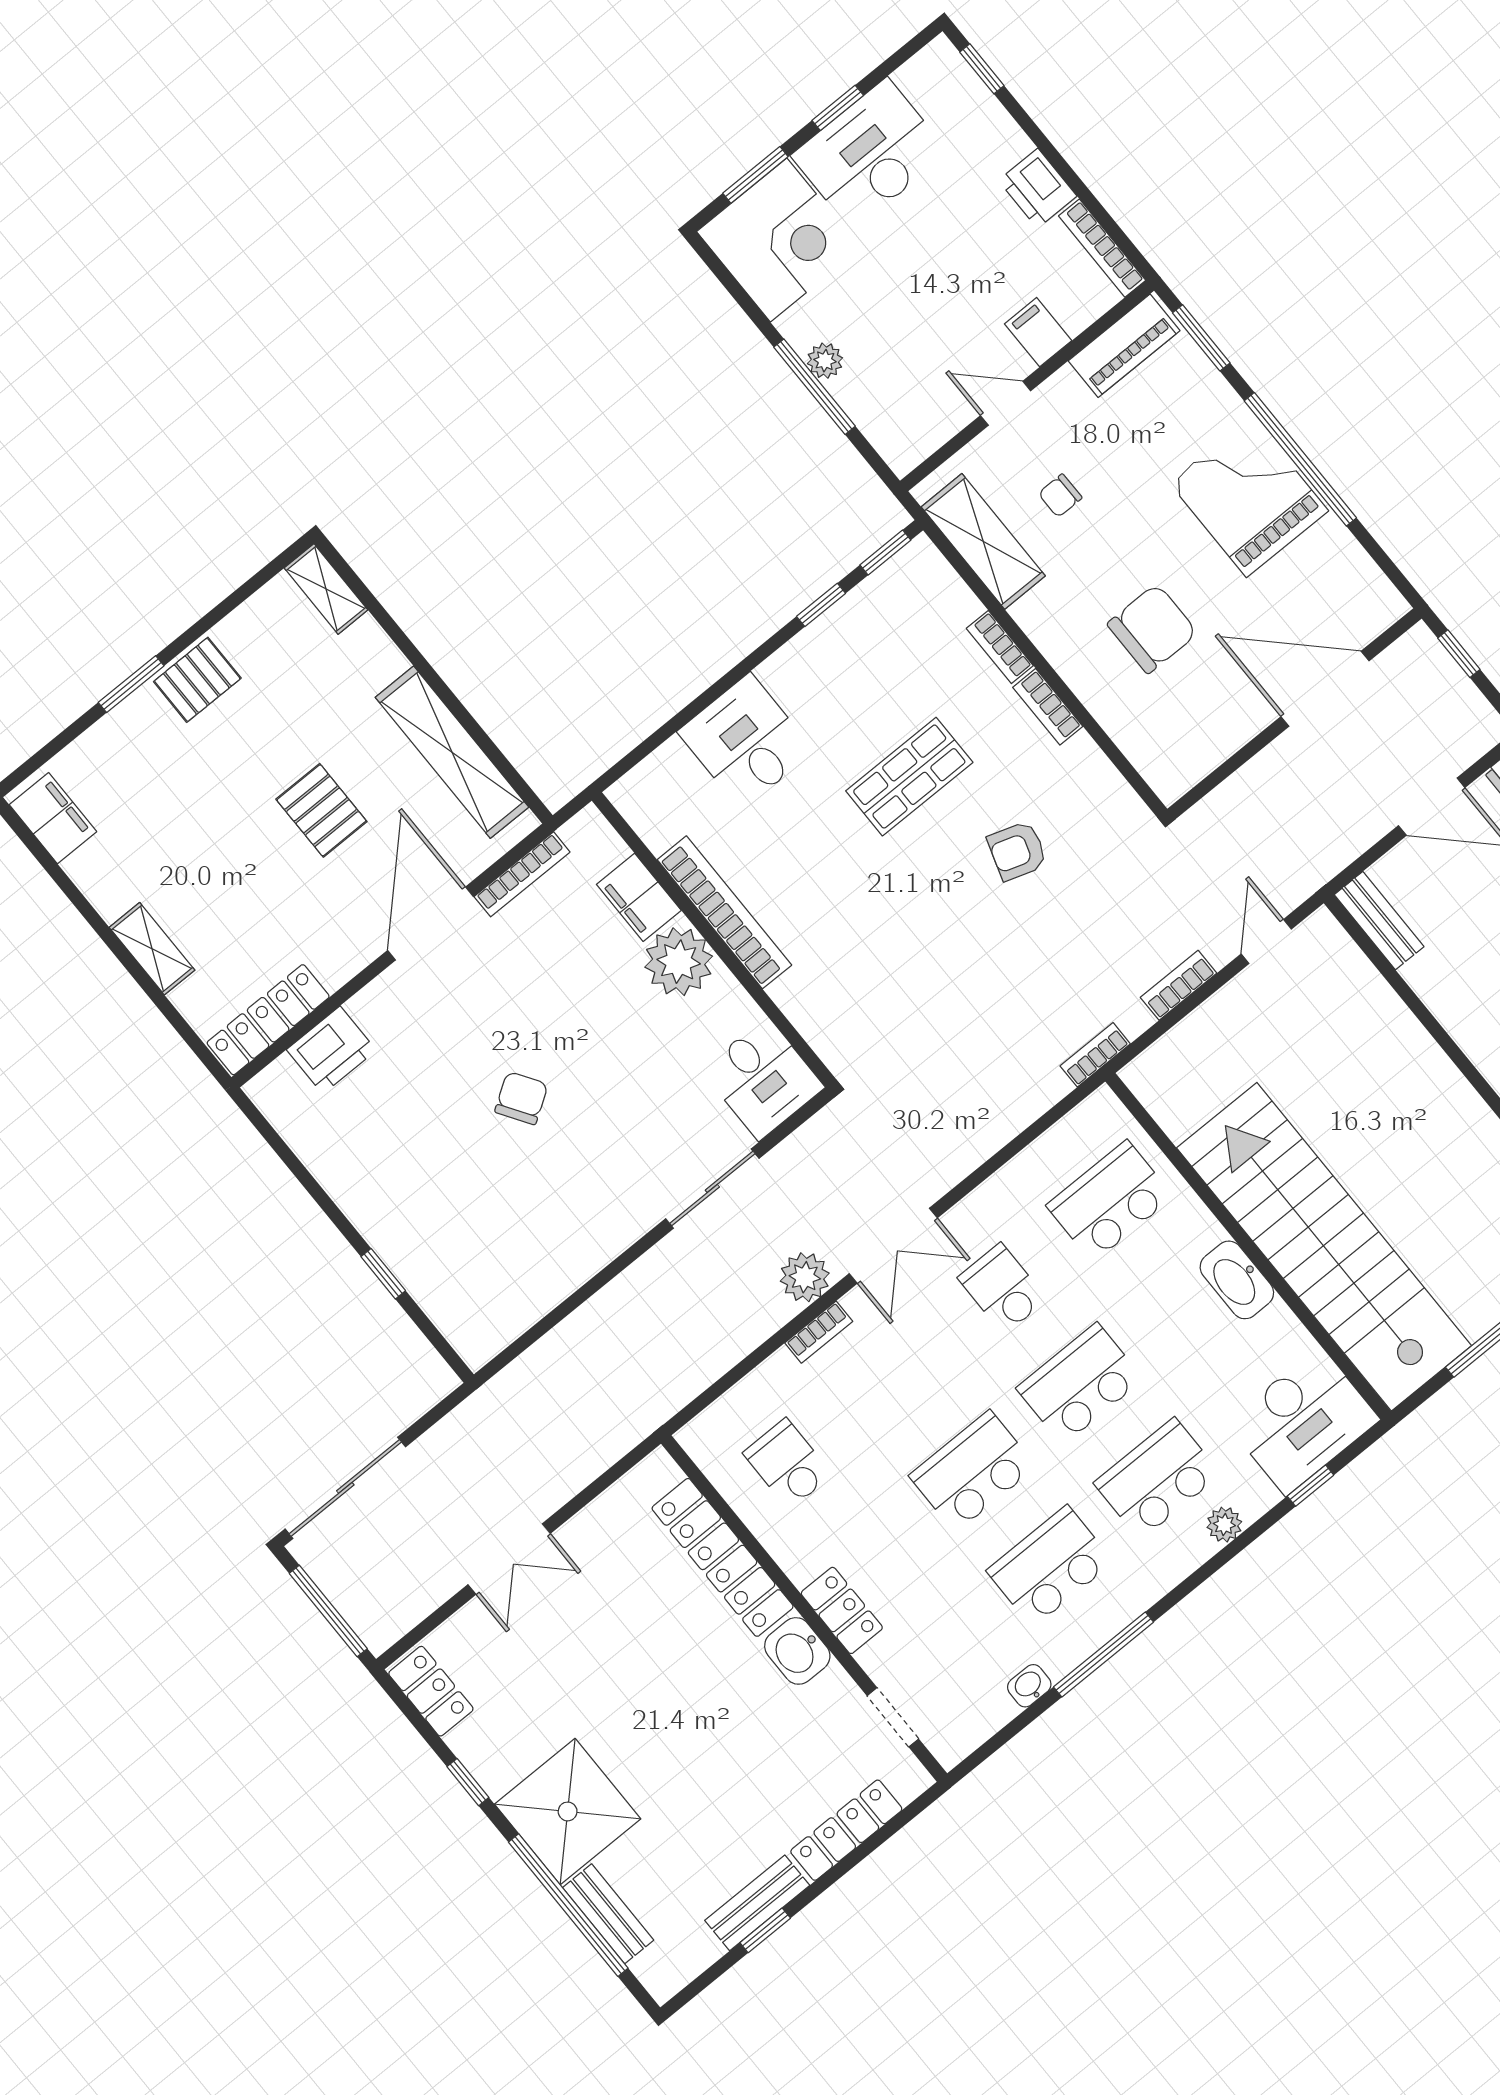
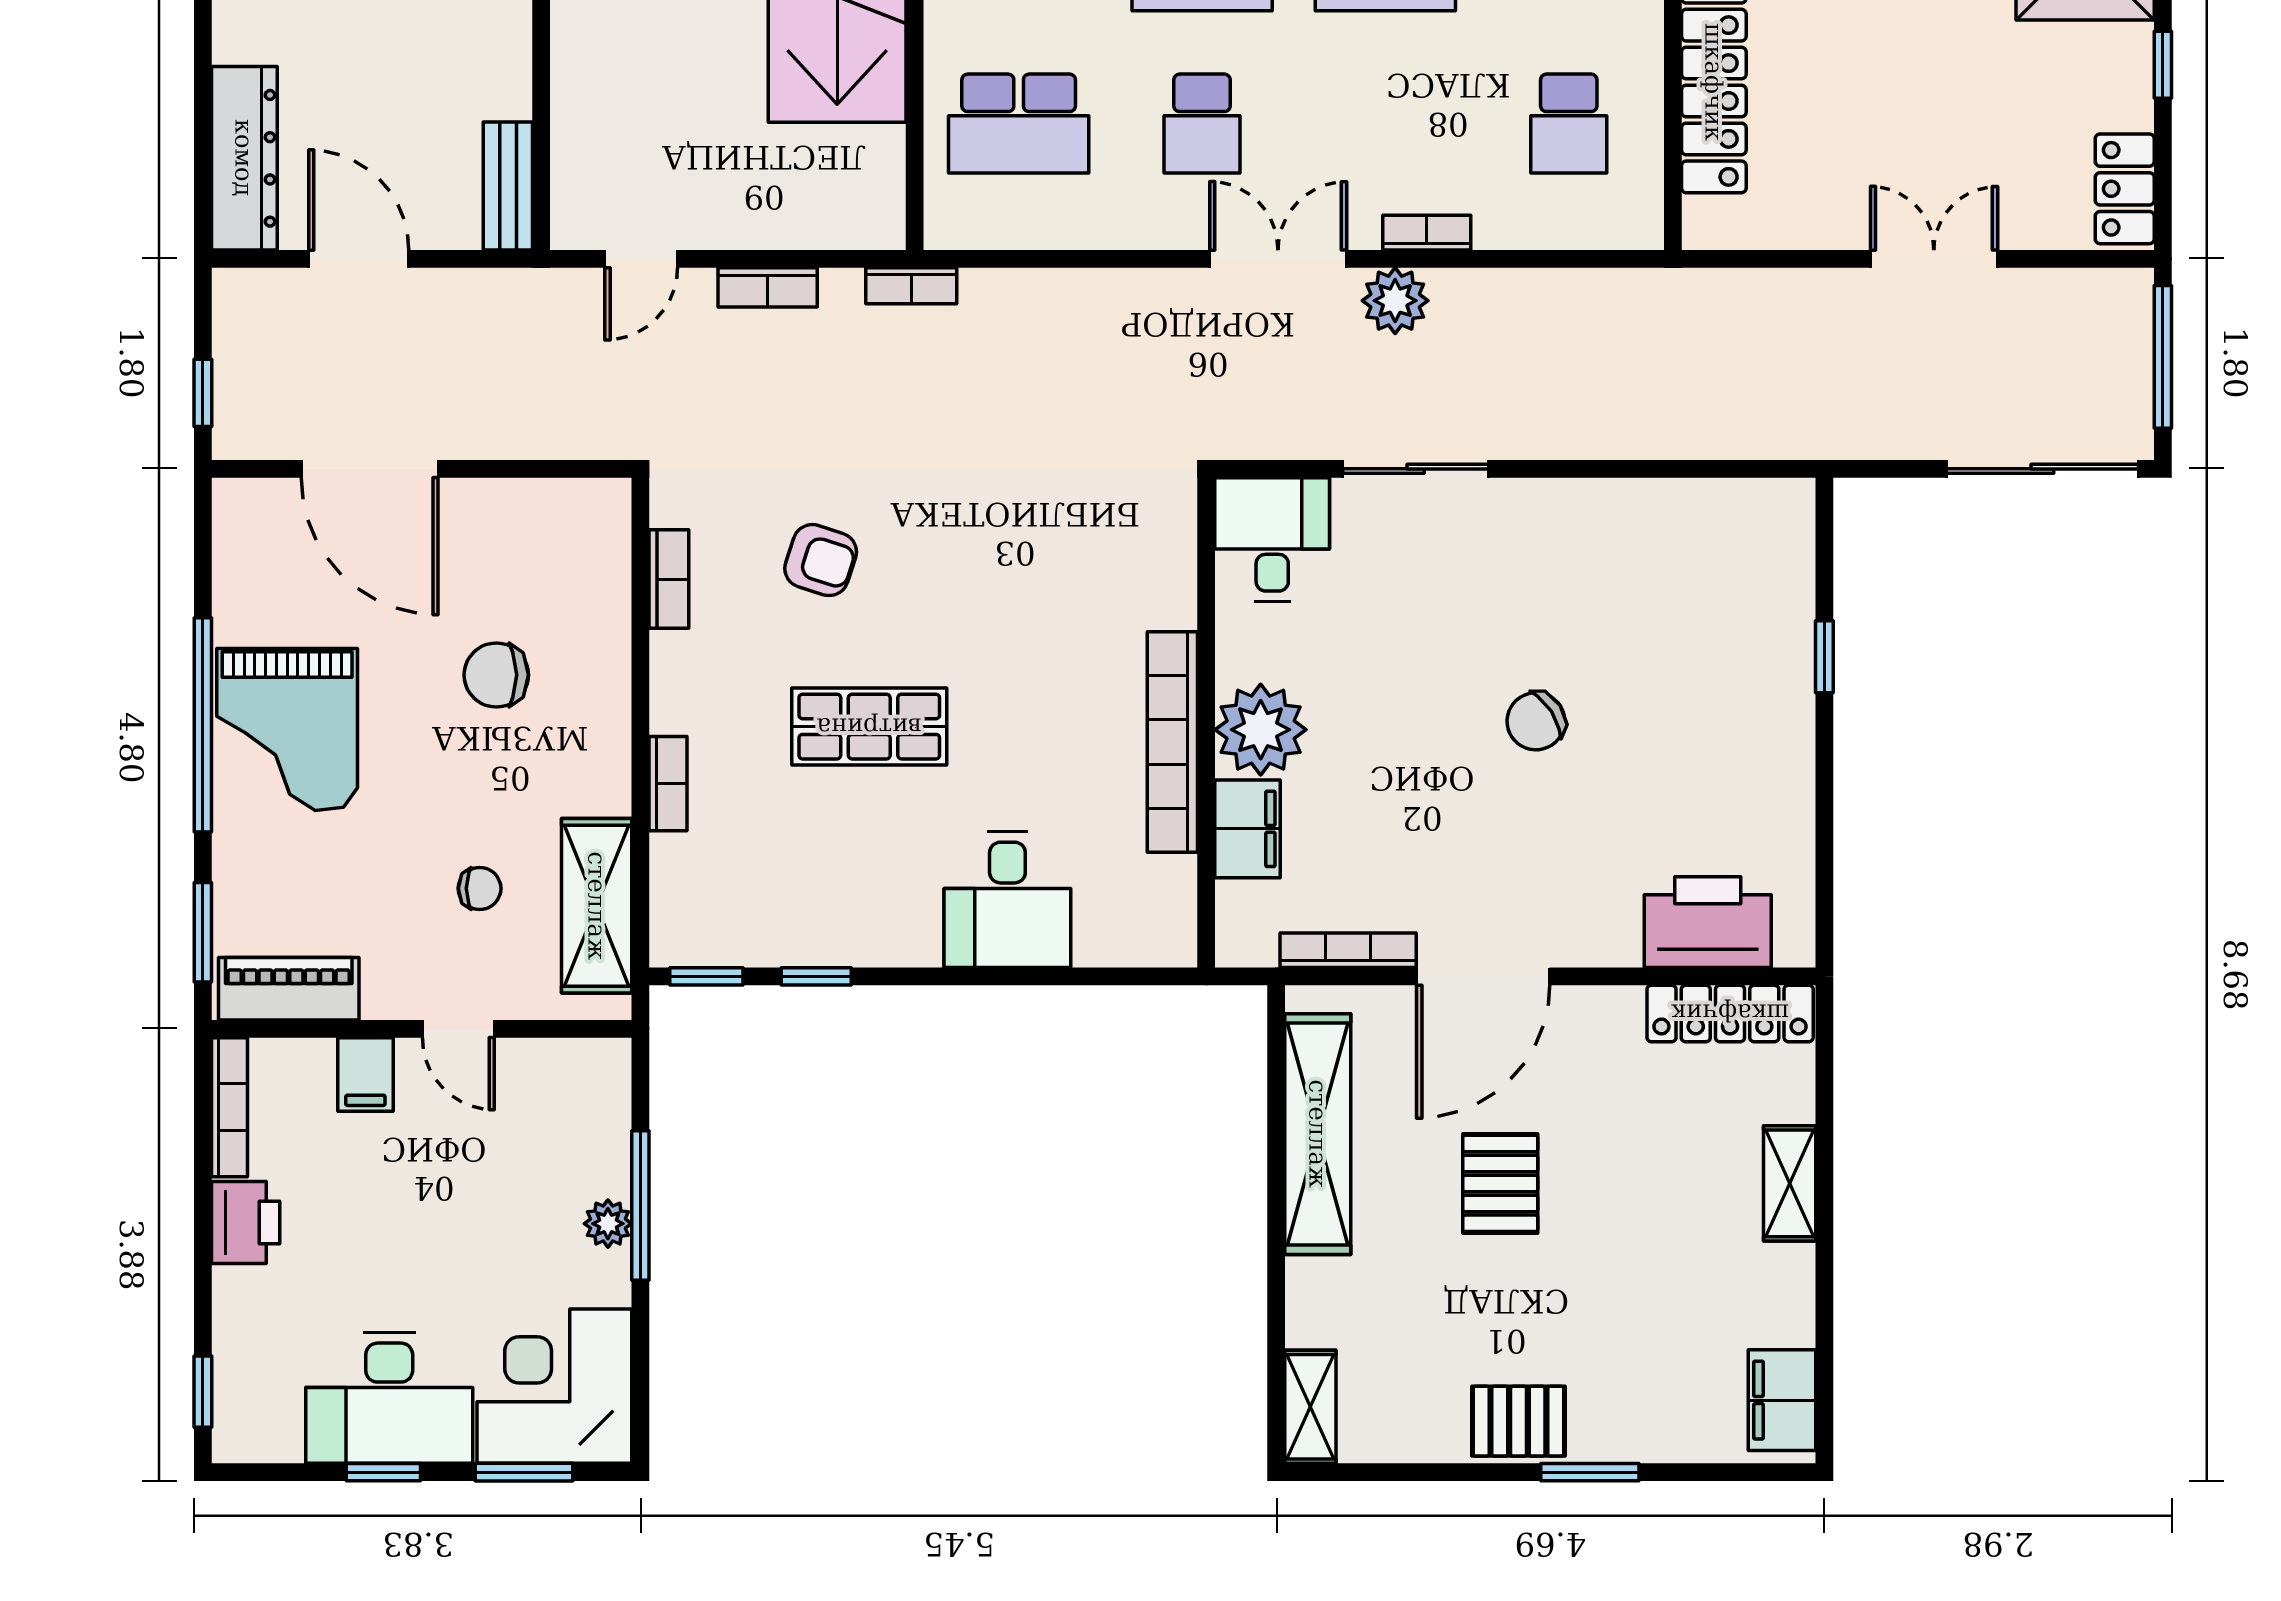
chair: (1152, 629) -> (496, 675), width x0.73, depth x0.73
bookcase: (1048, 707) -> (669, 579), moved
printer: (331, 1050) -> (1708, 922), width x1.37, depth x1.19

